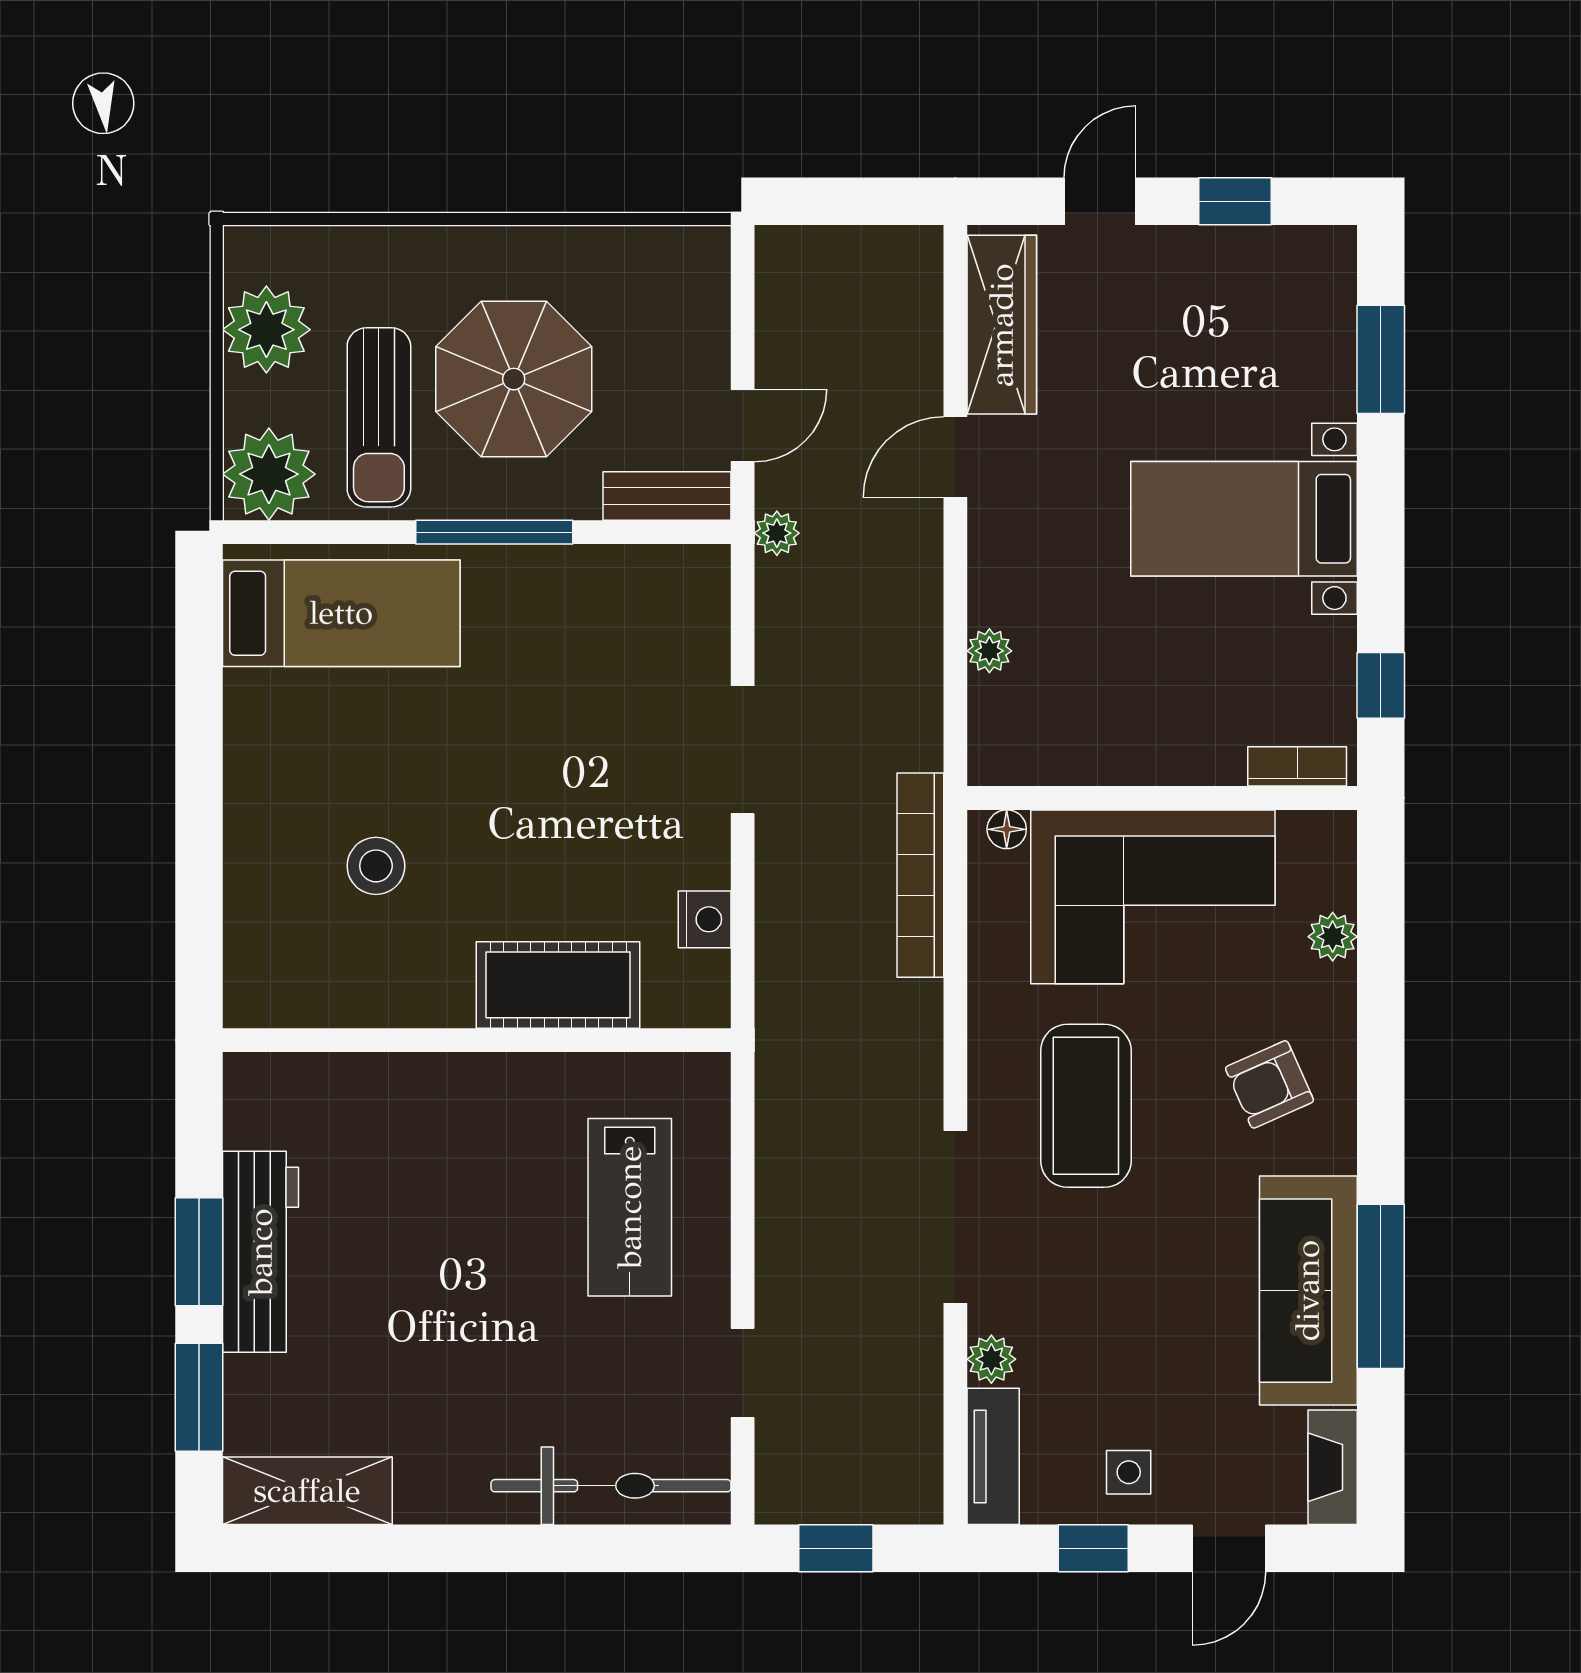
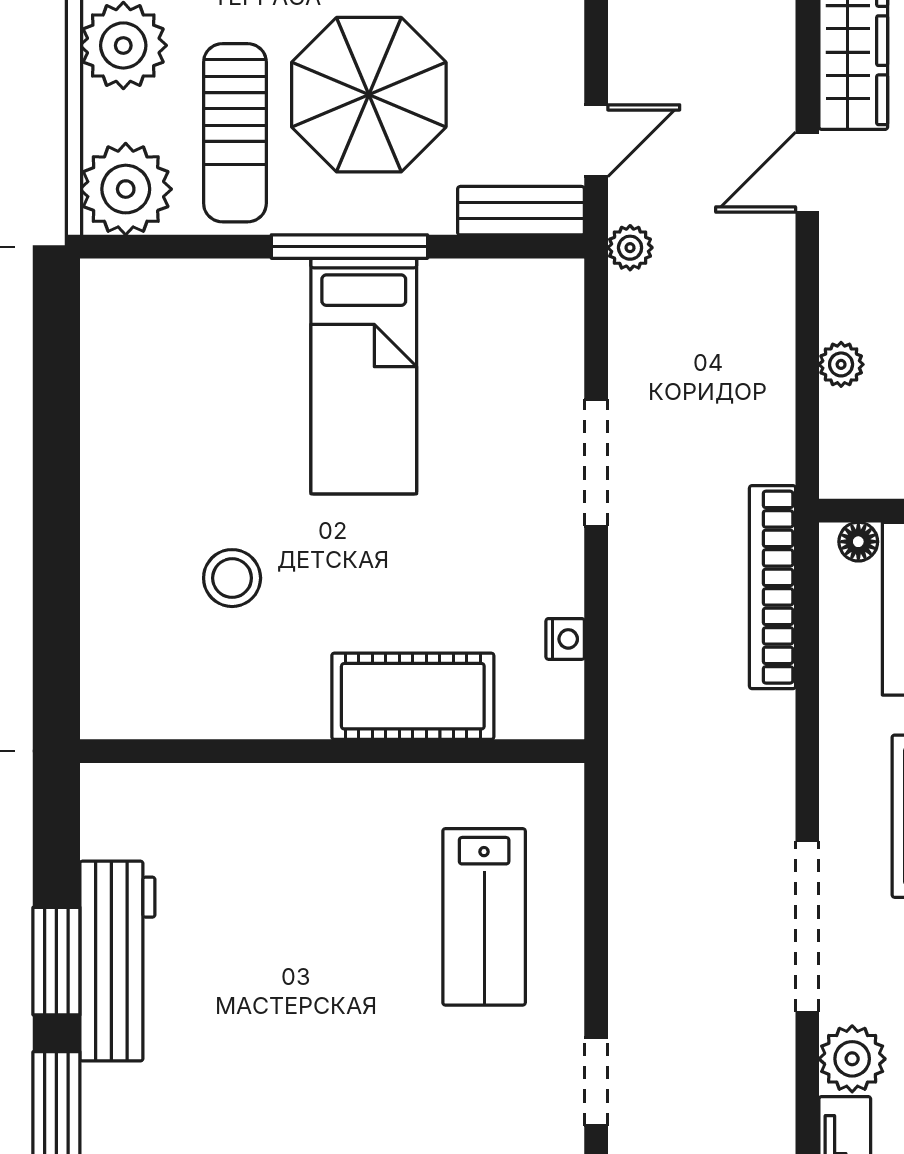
bed: (341, 613) -> (364, 376), moved, turned 90
nightstand: (705, 919) -> (565, 639), width x0.72, depth x0.74
plant: (991, 1359) -> (852, 1059), width x1.38, depth x1.38

